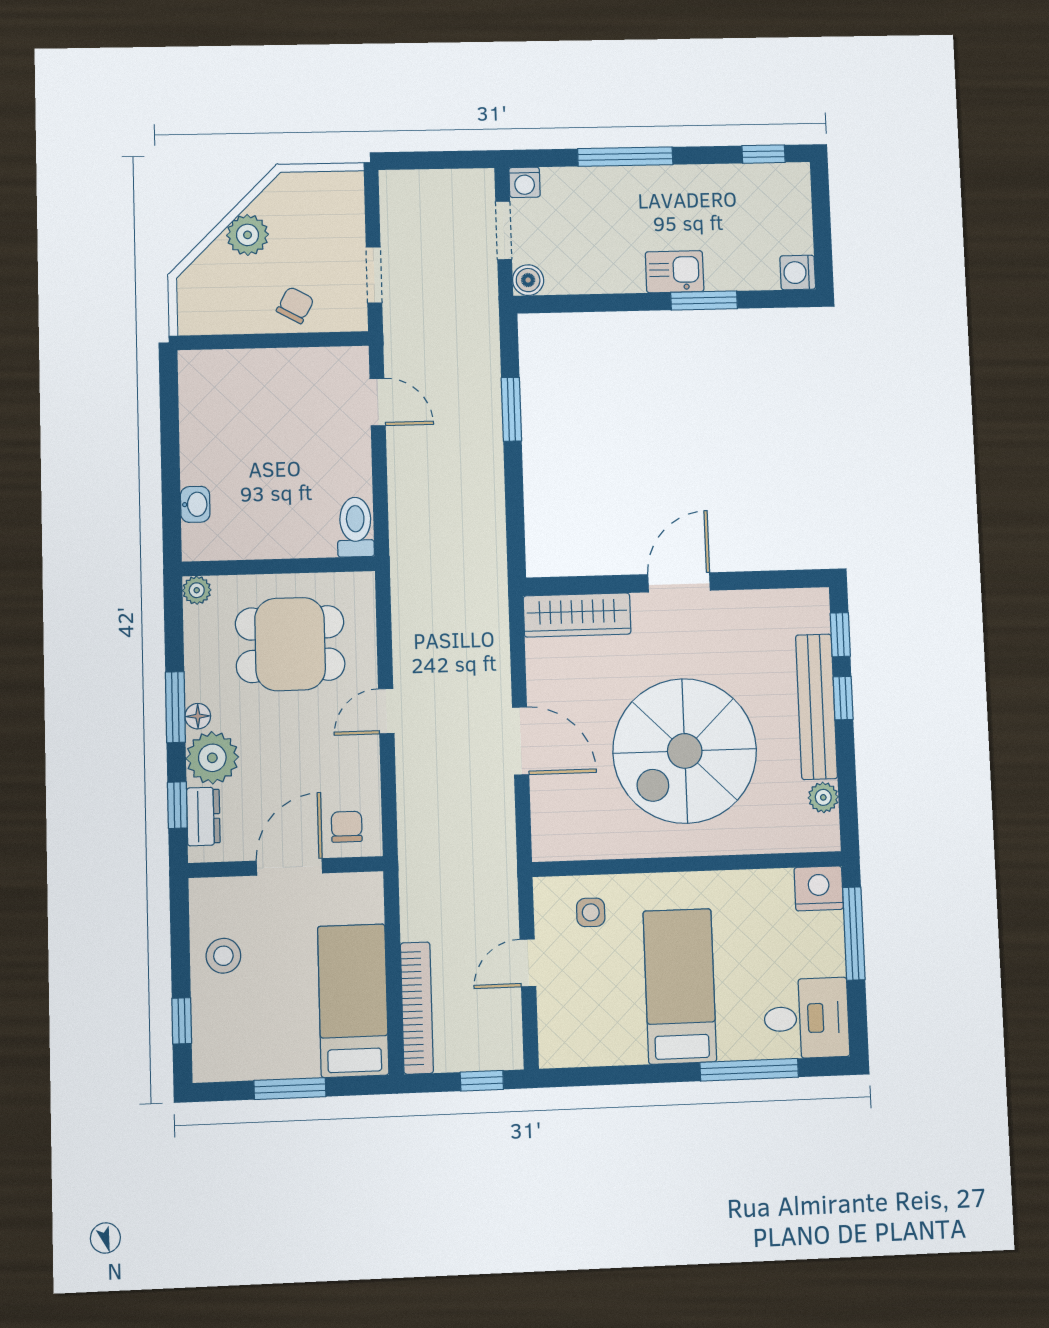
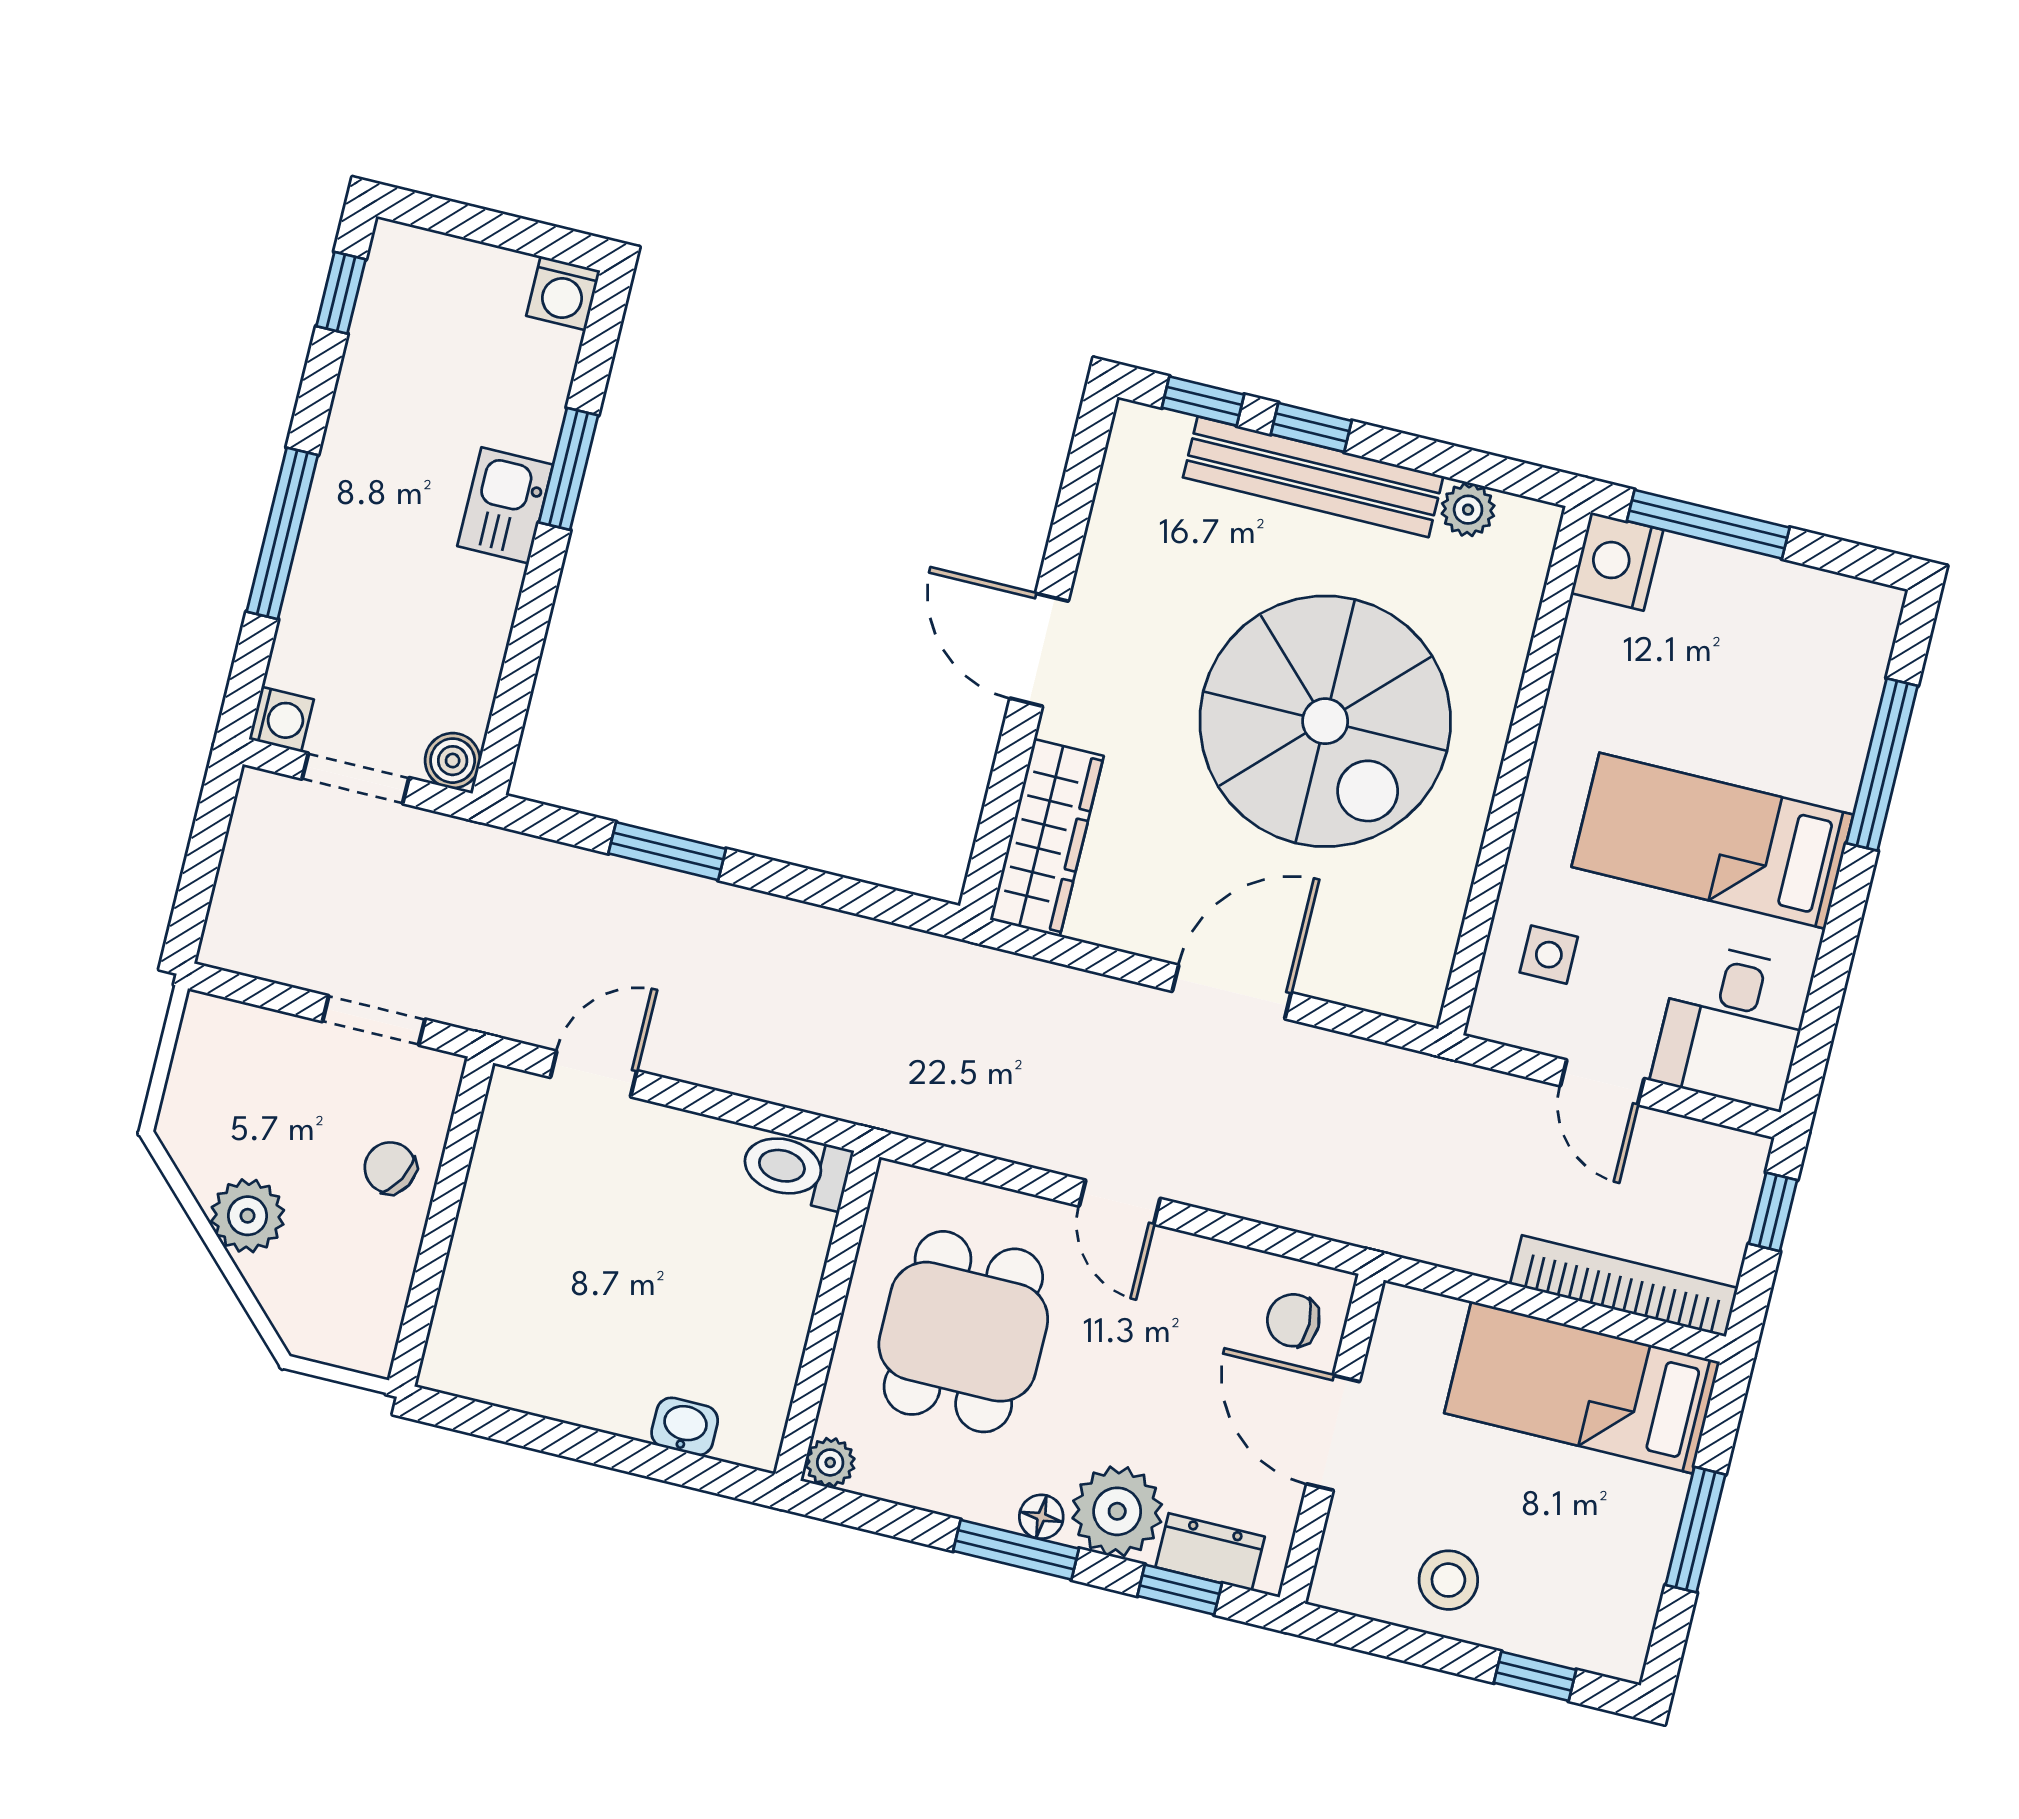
desk: (806, 1018) -> (1732, 1026), moved, turned 180

